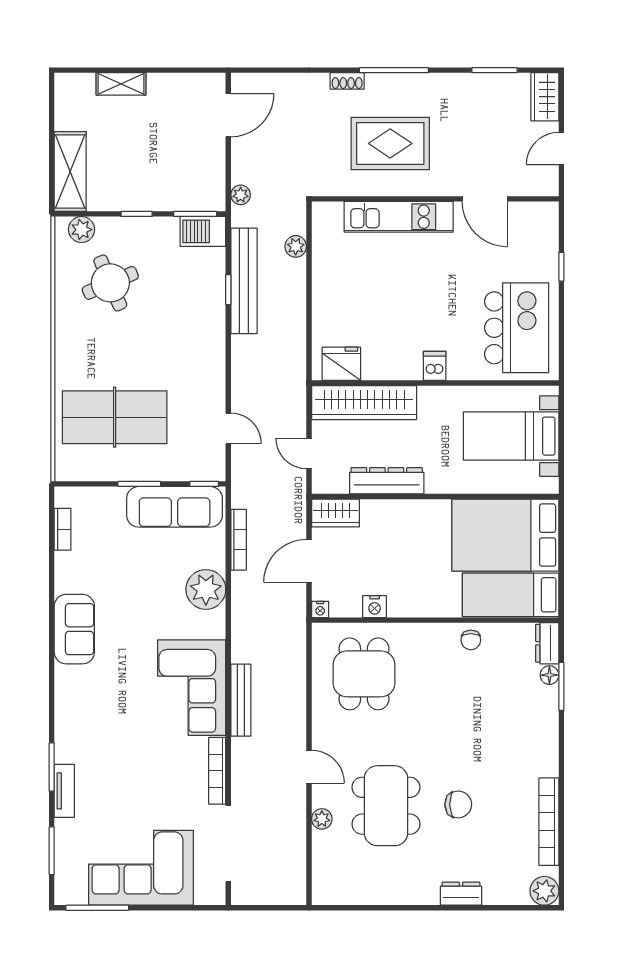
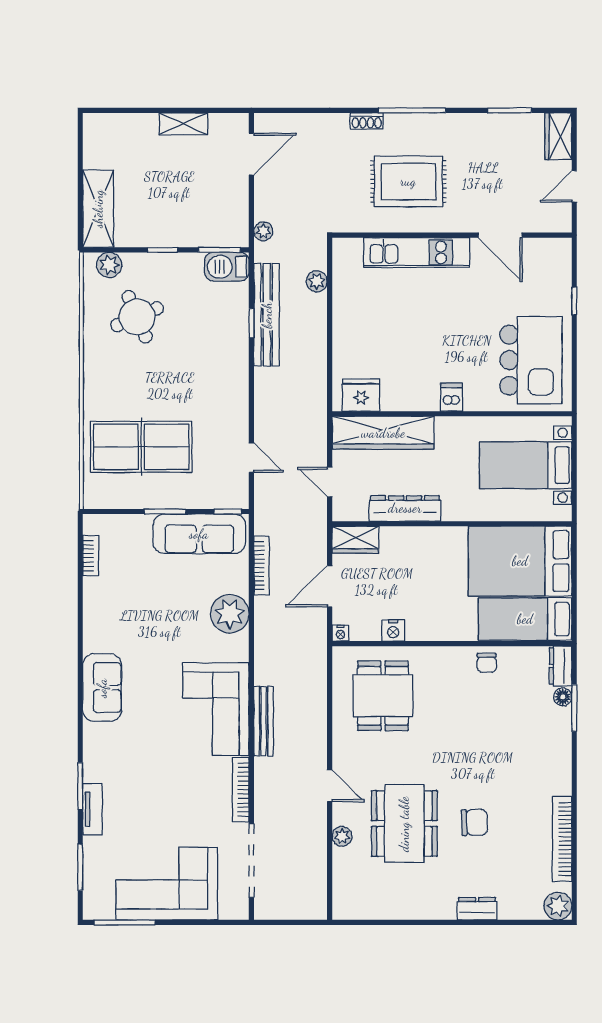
shelving: (121, 84) -> (183, 124), moved
sofa: (74, 629) -> (102, 688), moved

